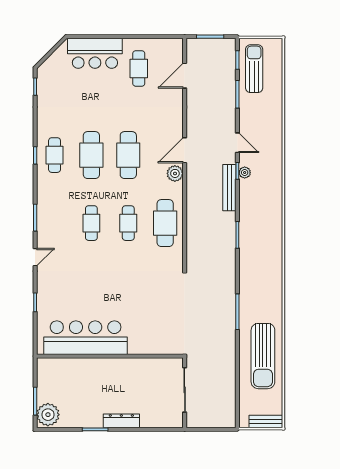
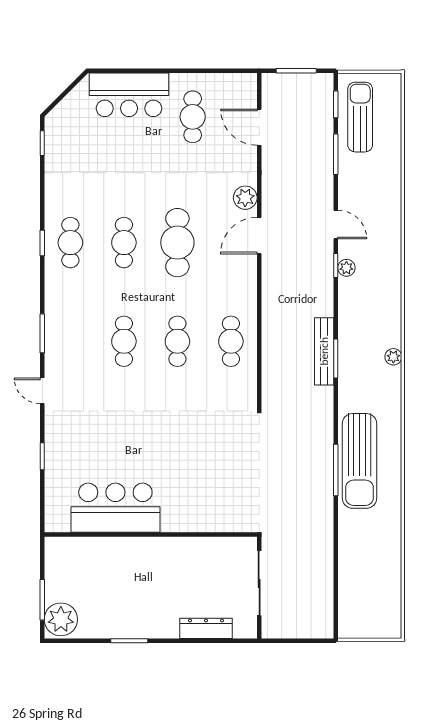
door: (185, 76) -> (259, 127), hinge flipped
cafe table: (91, 155) -> (124, 243), width x0.73, depth x0.74
plant: (175, 173) -> (245, 198), moved
bench: (229, 188) -> (324, 351), moved
cafe table: (165, 223) -> (231, 341), width x0.73, depth x0.74
plant: (277, 234) -> (393, 357), added
door: (35, 257) -> (42, 391), swing flipped
bar counter: (86, 338) -> (115, 508), width x0.73
sun lounger: (263, 356) -> (359, 461), moved
dresser: (121, 421) -> (206, 628), moved
bench: (266, 422) -> (377, 629), removed

